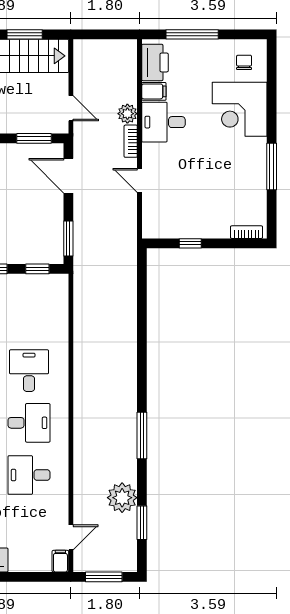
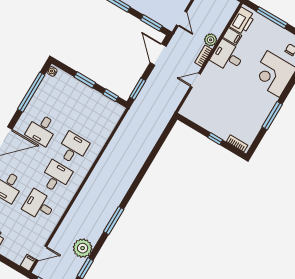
door: (139, 180) -> (195, 80), hinge flipped
window: (190, 243) -> (215, 139), moved
desk: (29, 423) -> (56, 177), turned -90

